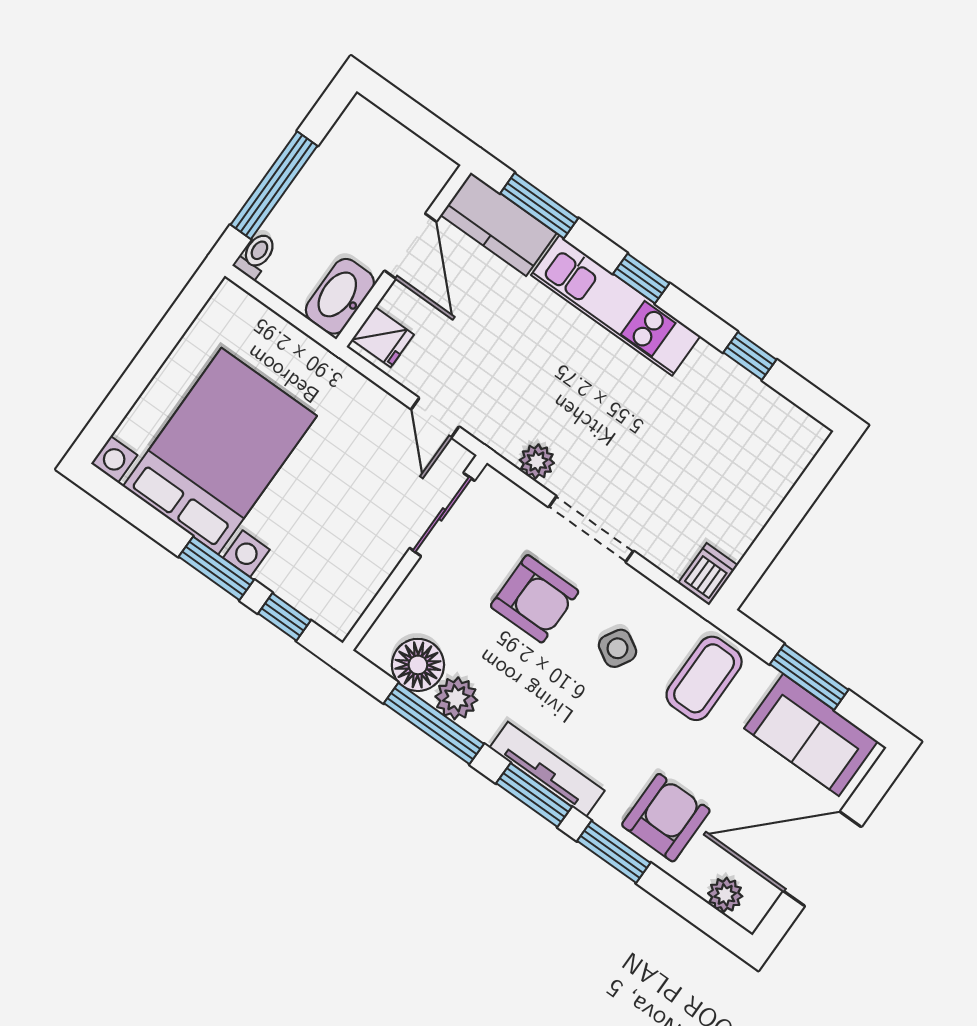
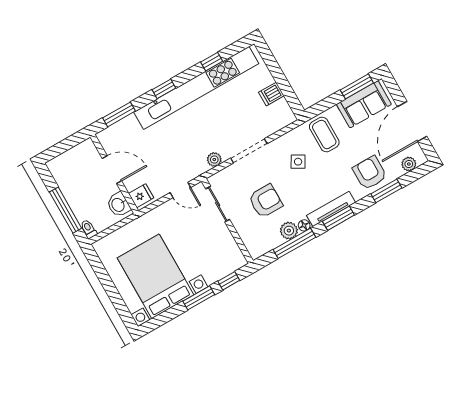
kitchen counter: (498, 224) -> (119, 133), removed
washbasin: (340, 296) -> (118, 205), width x0.72
kitchen unit: (616, 305) -> (196, 88), width x1.86
dishwasher: (708, 574) -> (271, 94), moved, turned -90
armchair: (535, 599) -> (266, 201), moved
floor lamp: (418, 665) -> (304, 225), moved, width x0.53, depth x0.53
window: (809, 677) -> (357, 86), moved
window: (614, 852) -> (386, 191), moved

